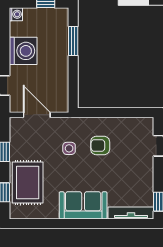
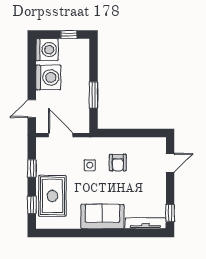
washing machine: (16, 14) -> (47, 50), width x1.89, depth x1.89
window: (73, 41) -> (93, 95), moved
armchair: (100, 146) -> (118, 163), turned -90

